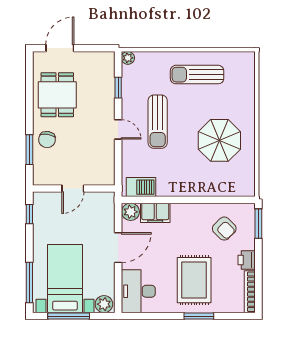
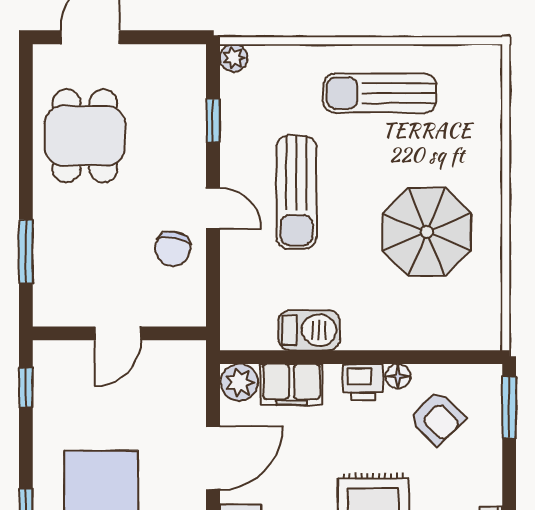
chair: (47, 140) -> (173, 249), moved
barbecue: (141, 187) -> (309, 330), moved
floor lamp: (206, 209) -> (398, 376), added
printer: (247, 260) -> (363, 382), moved, turned -90

